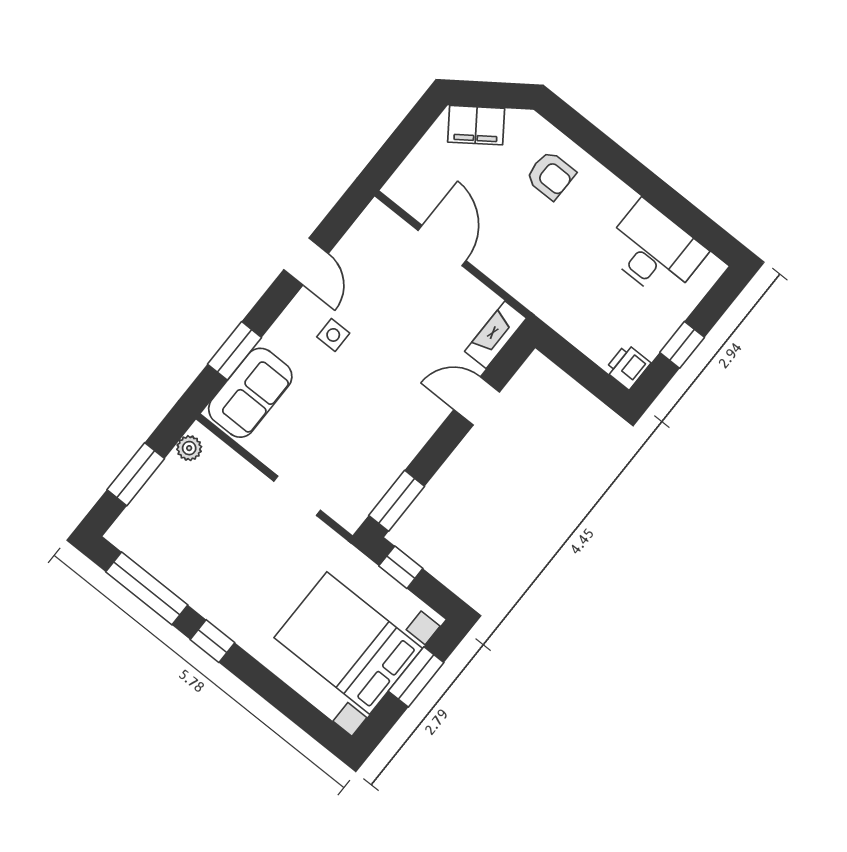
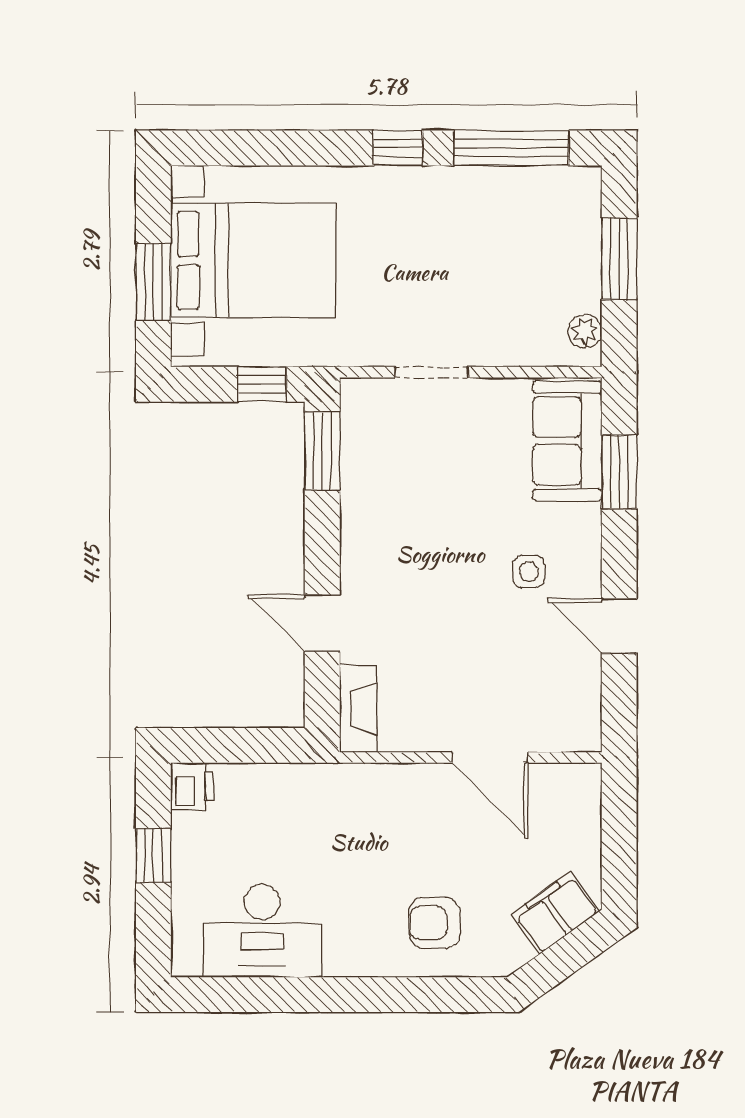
door: (477, 401) -> (322, 623), swing flipped

